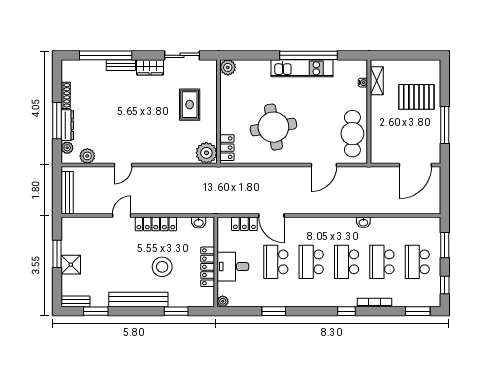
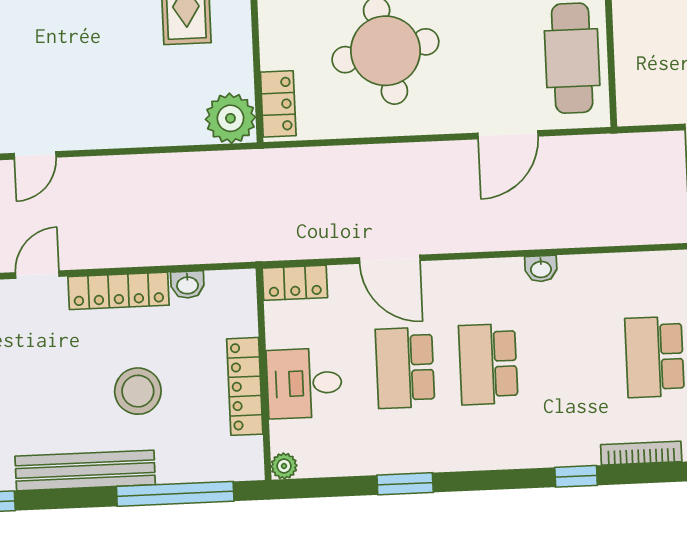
washbasin: (363, 222) -> (541, 269), moved
washbasin: (199, 223) -> (187, 285), moved
locker: (244, 224) -> (295, 283), moved
school desk: (347, 262) -> (571, 361), removed
window: (176, 311) -> (175, 494), width x2.11

